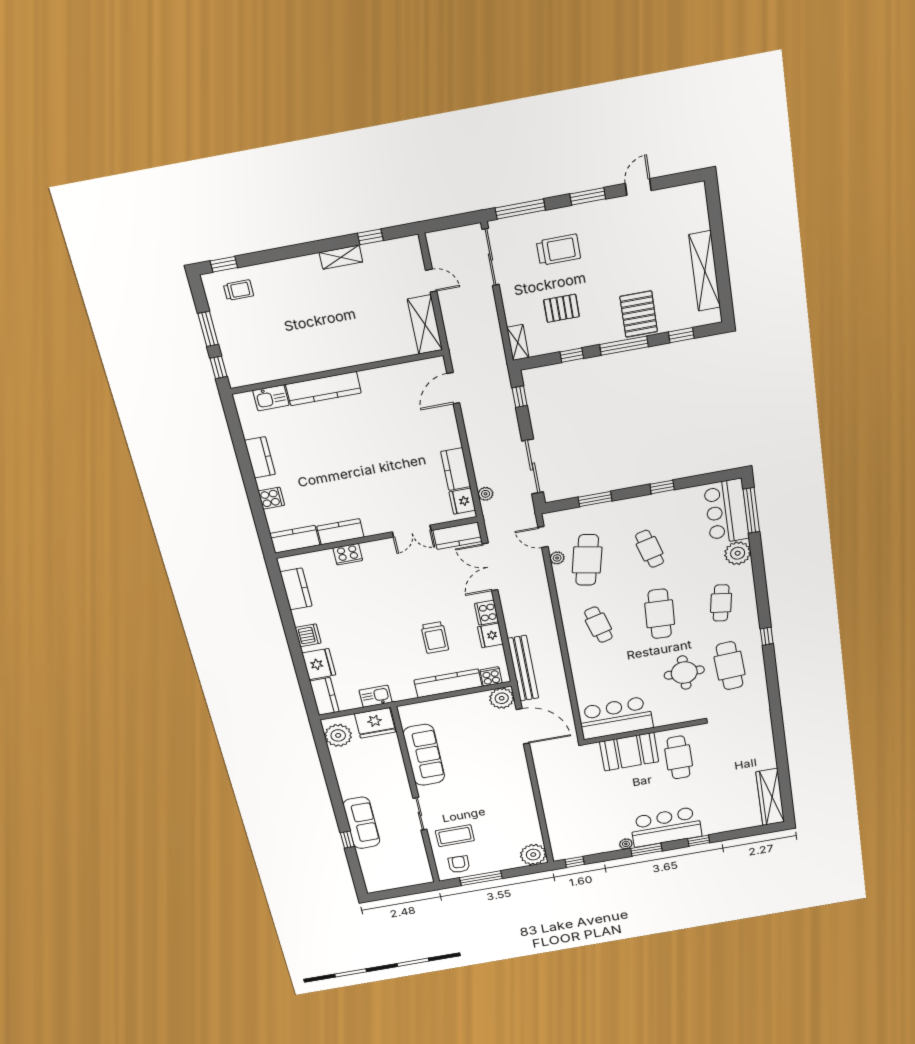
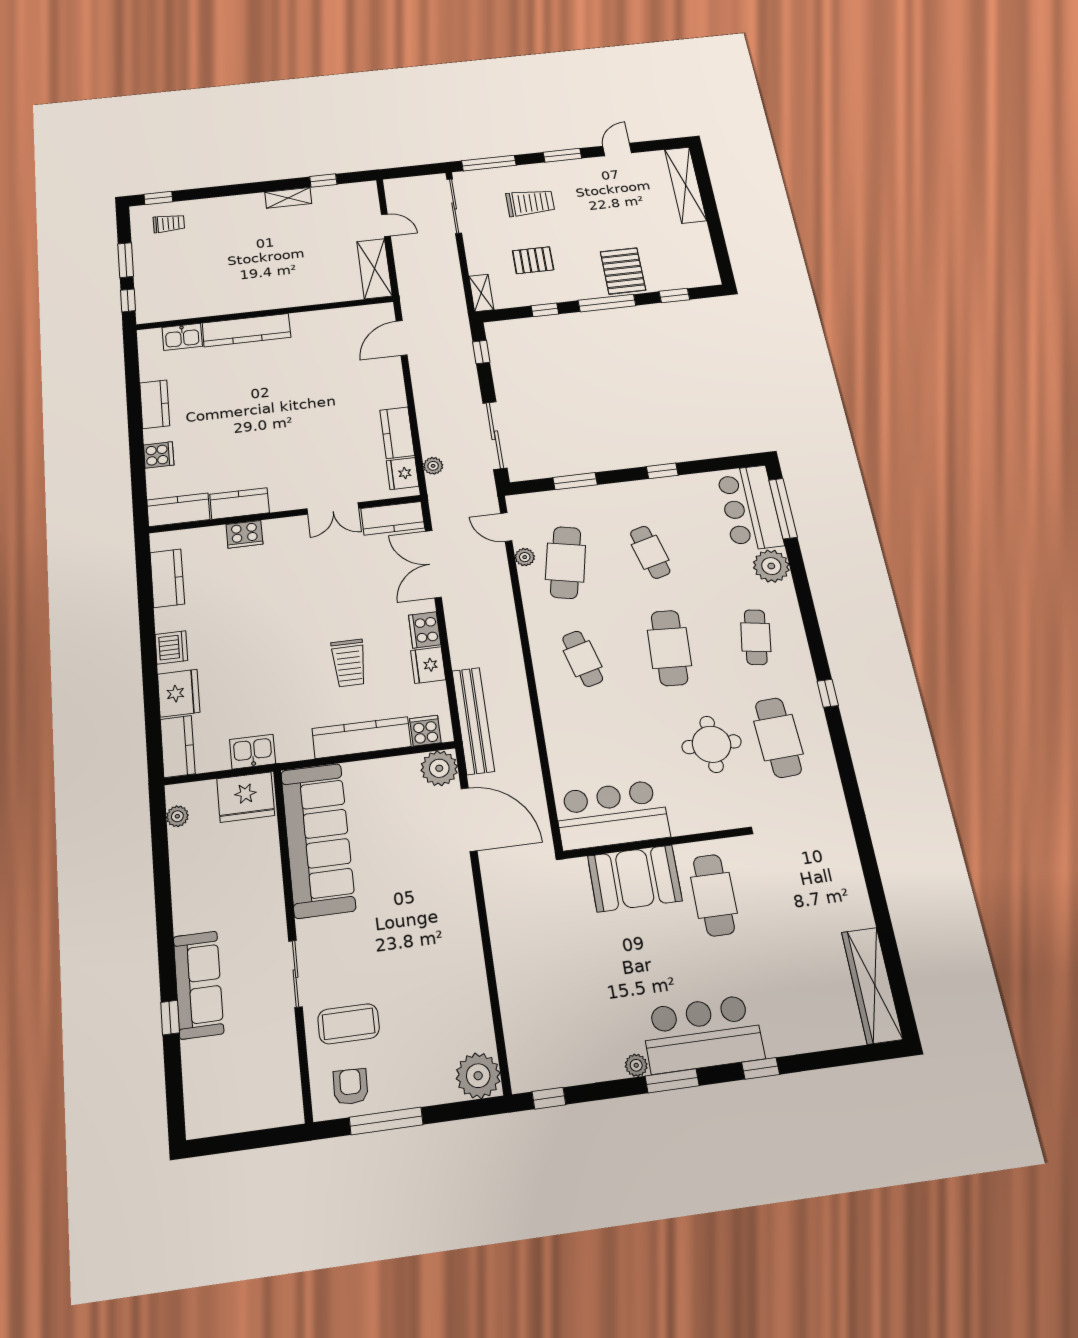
shelving: (705, 271) -> (686, 185), moved
plant: (338, 735) -> (177, 816), width x0.53, depth x0.53
sofa: (424, 755) -> (318, 840), width x1.36, depth x1.27

